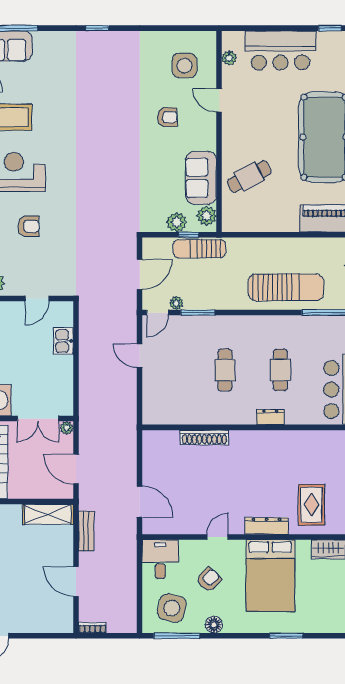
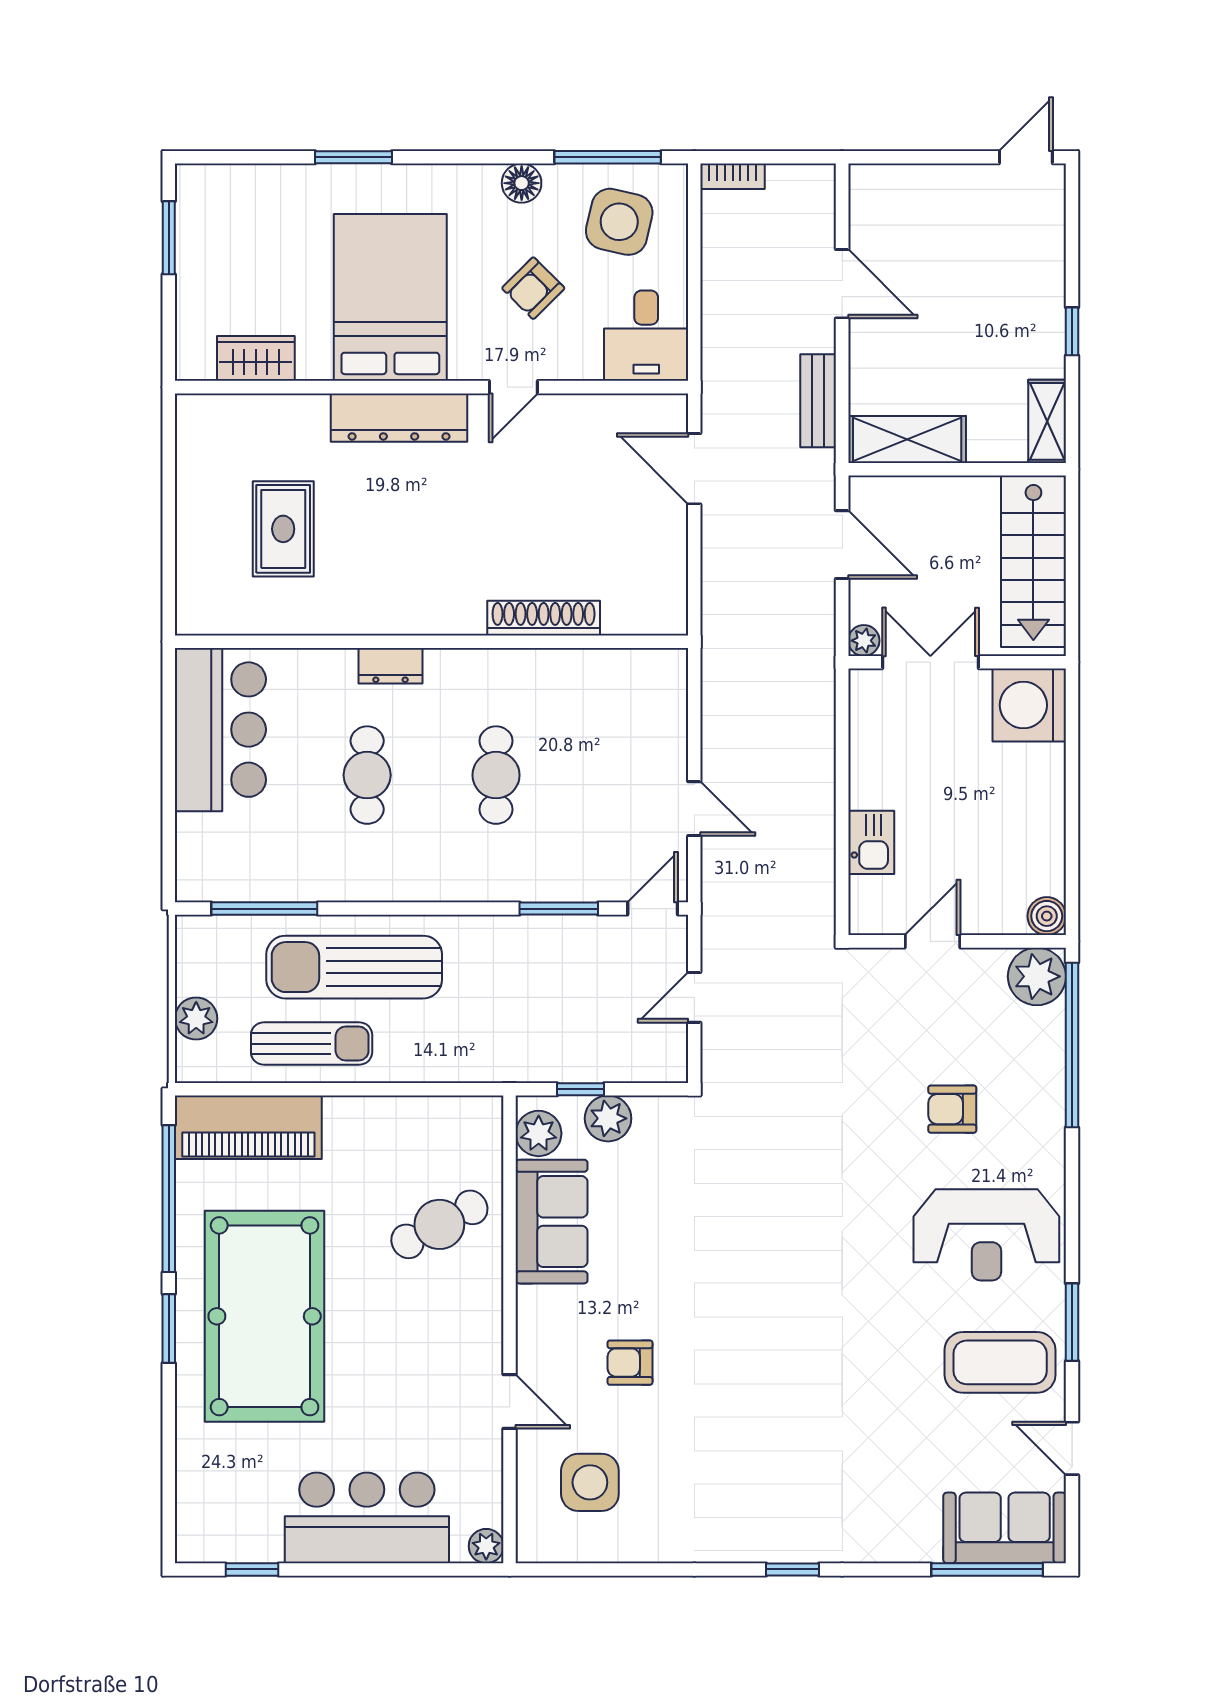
plant: (229, 58) -> (486, 1546), moved
sun lounger: (199, 249) -> (312, 1044), moved
door: (140, 274) -> (694, 997), width x0.73
plant: (176, 303) -> (609, 930), removed
rug: (311, 505) -> (283, 529), moved
dresser: (267, 526) -> (399, 418), width x1.37, depth x1.24
bookcase: (92, 628) -> (733, 176), moved

